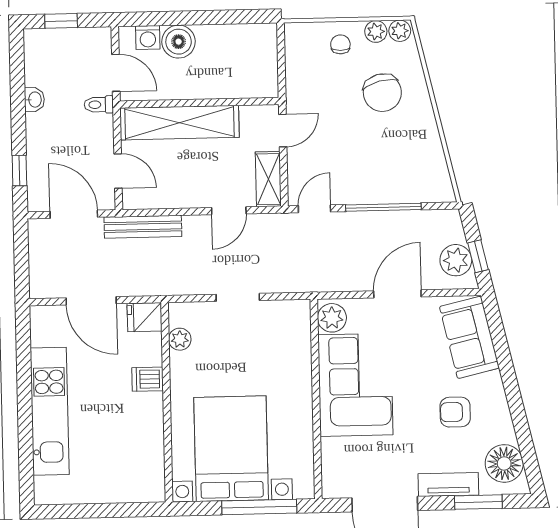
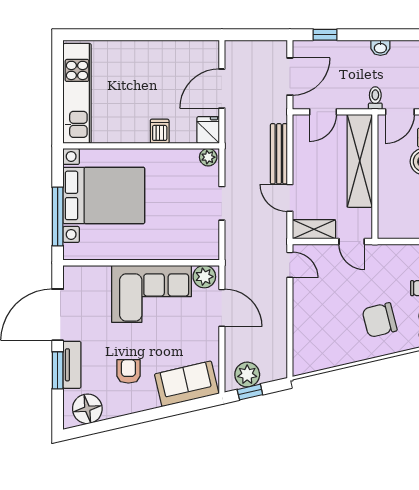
window: (383, 207) -> (290, 319), removed
bench: (143, 227) -> (279, 154), moved
door: (397, 294) -> (222, 308), moved
plant: (180, 339) -> (208, 157), moved
kitchen unit: (50, 411) -> (77, 93), moved, turned -90
window: (478, 502) -> (58, 370), moved

